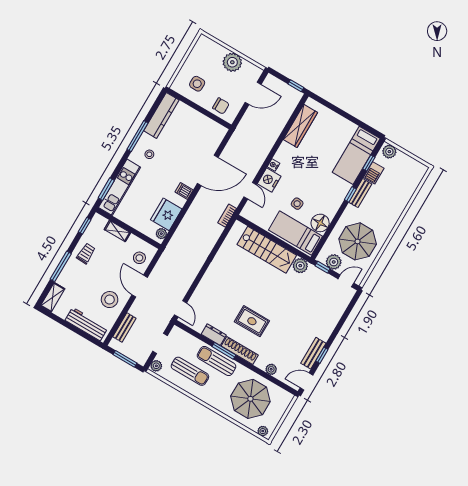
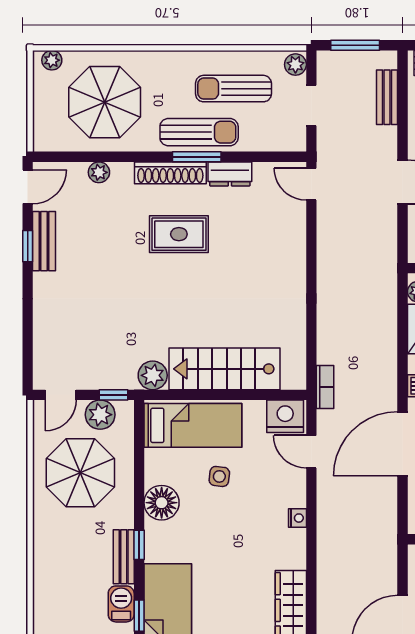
nightstand: (269, 180) -> (285, 416), moved, turned -90
floor lamp: (320, 223) -> (162, 503), moved

